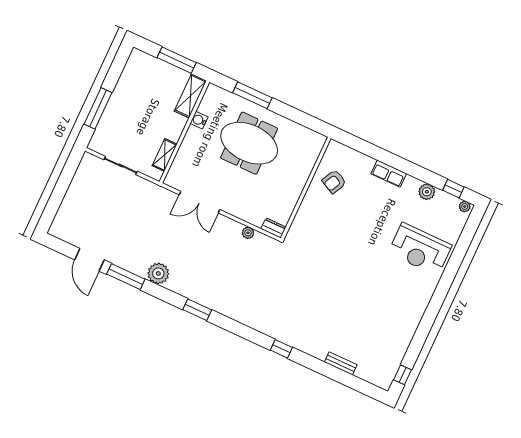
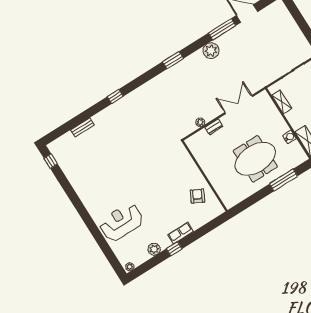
window: (453, 189) -> (174, 249), moved
dresser: (273, 228) -> (214, 127), moved

